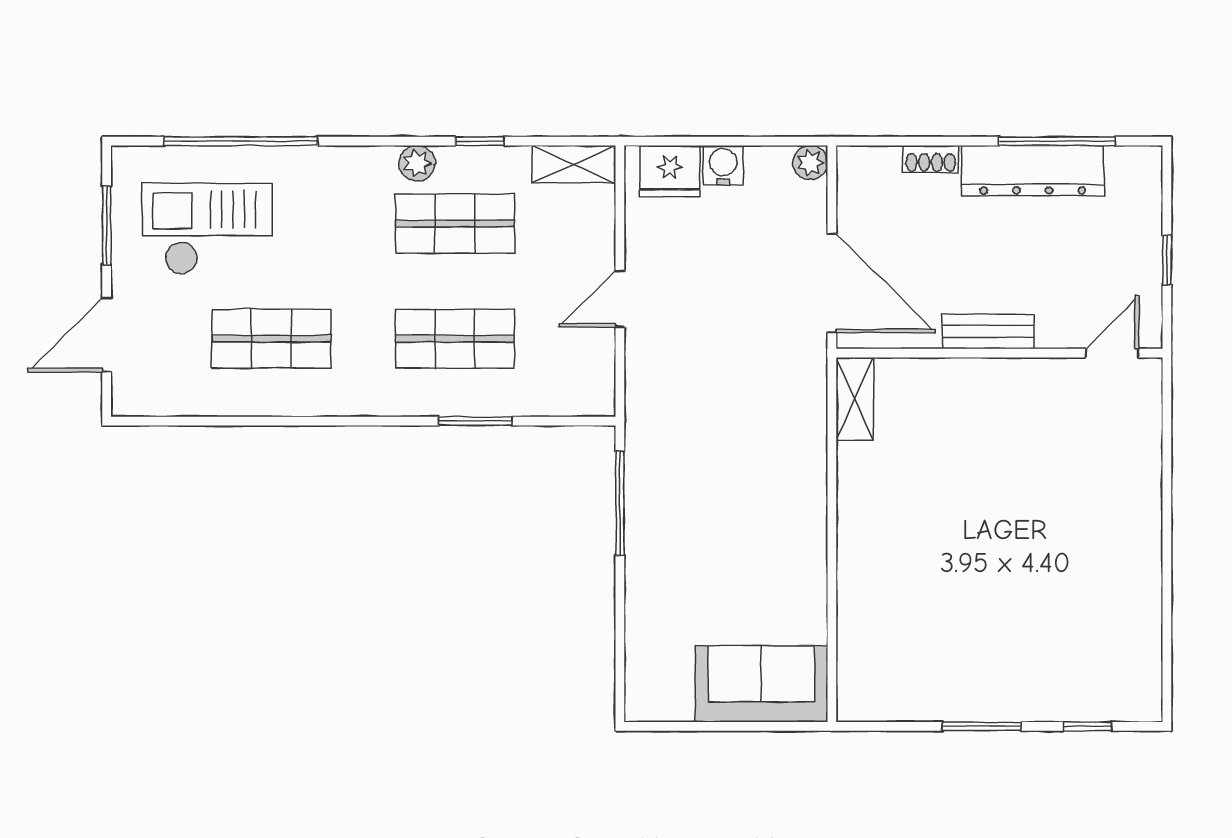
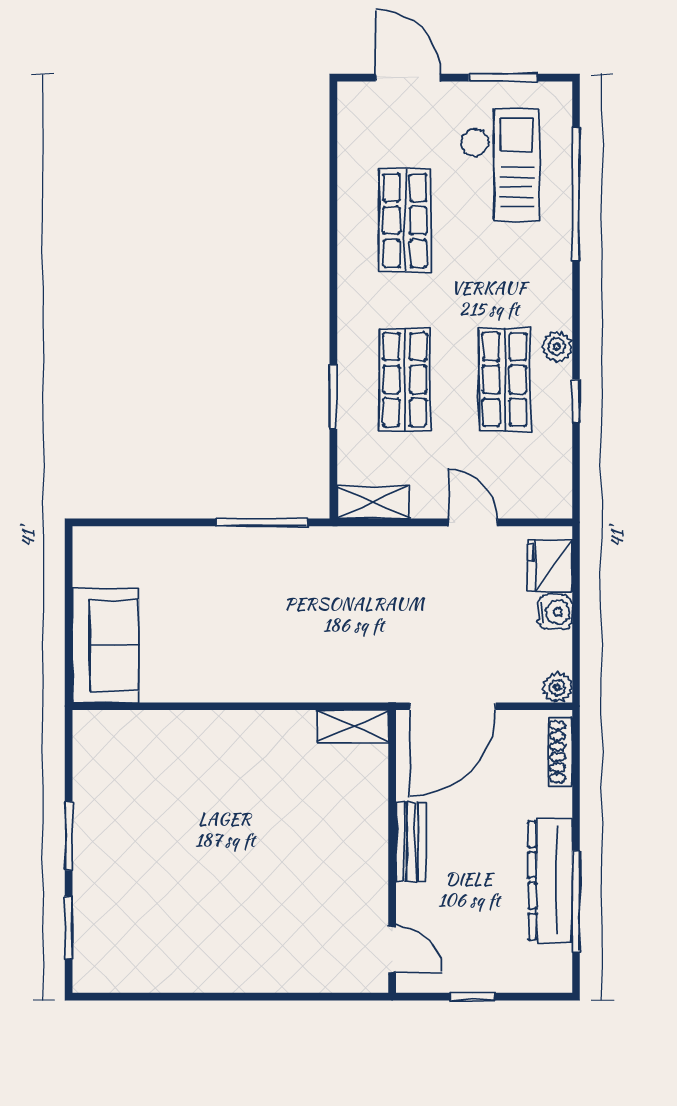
shoe rack: (931, 159) -> (561, 752), moved, width x1.43
shelving: (574, 164) -> (373, 502), moved, turned 90
door: (620, 299) -> (473, 522), moved
window: (1087, 726) -> (69, 928), width x1.50

